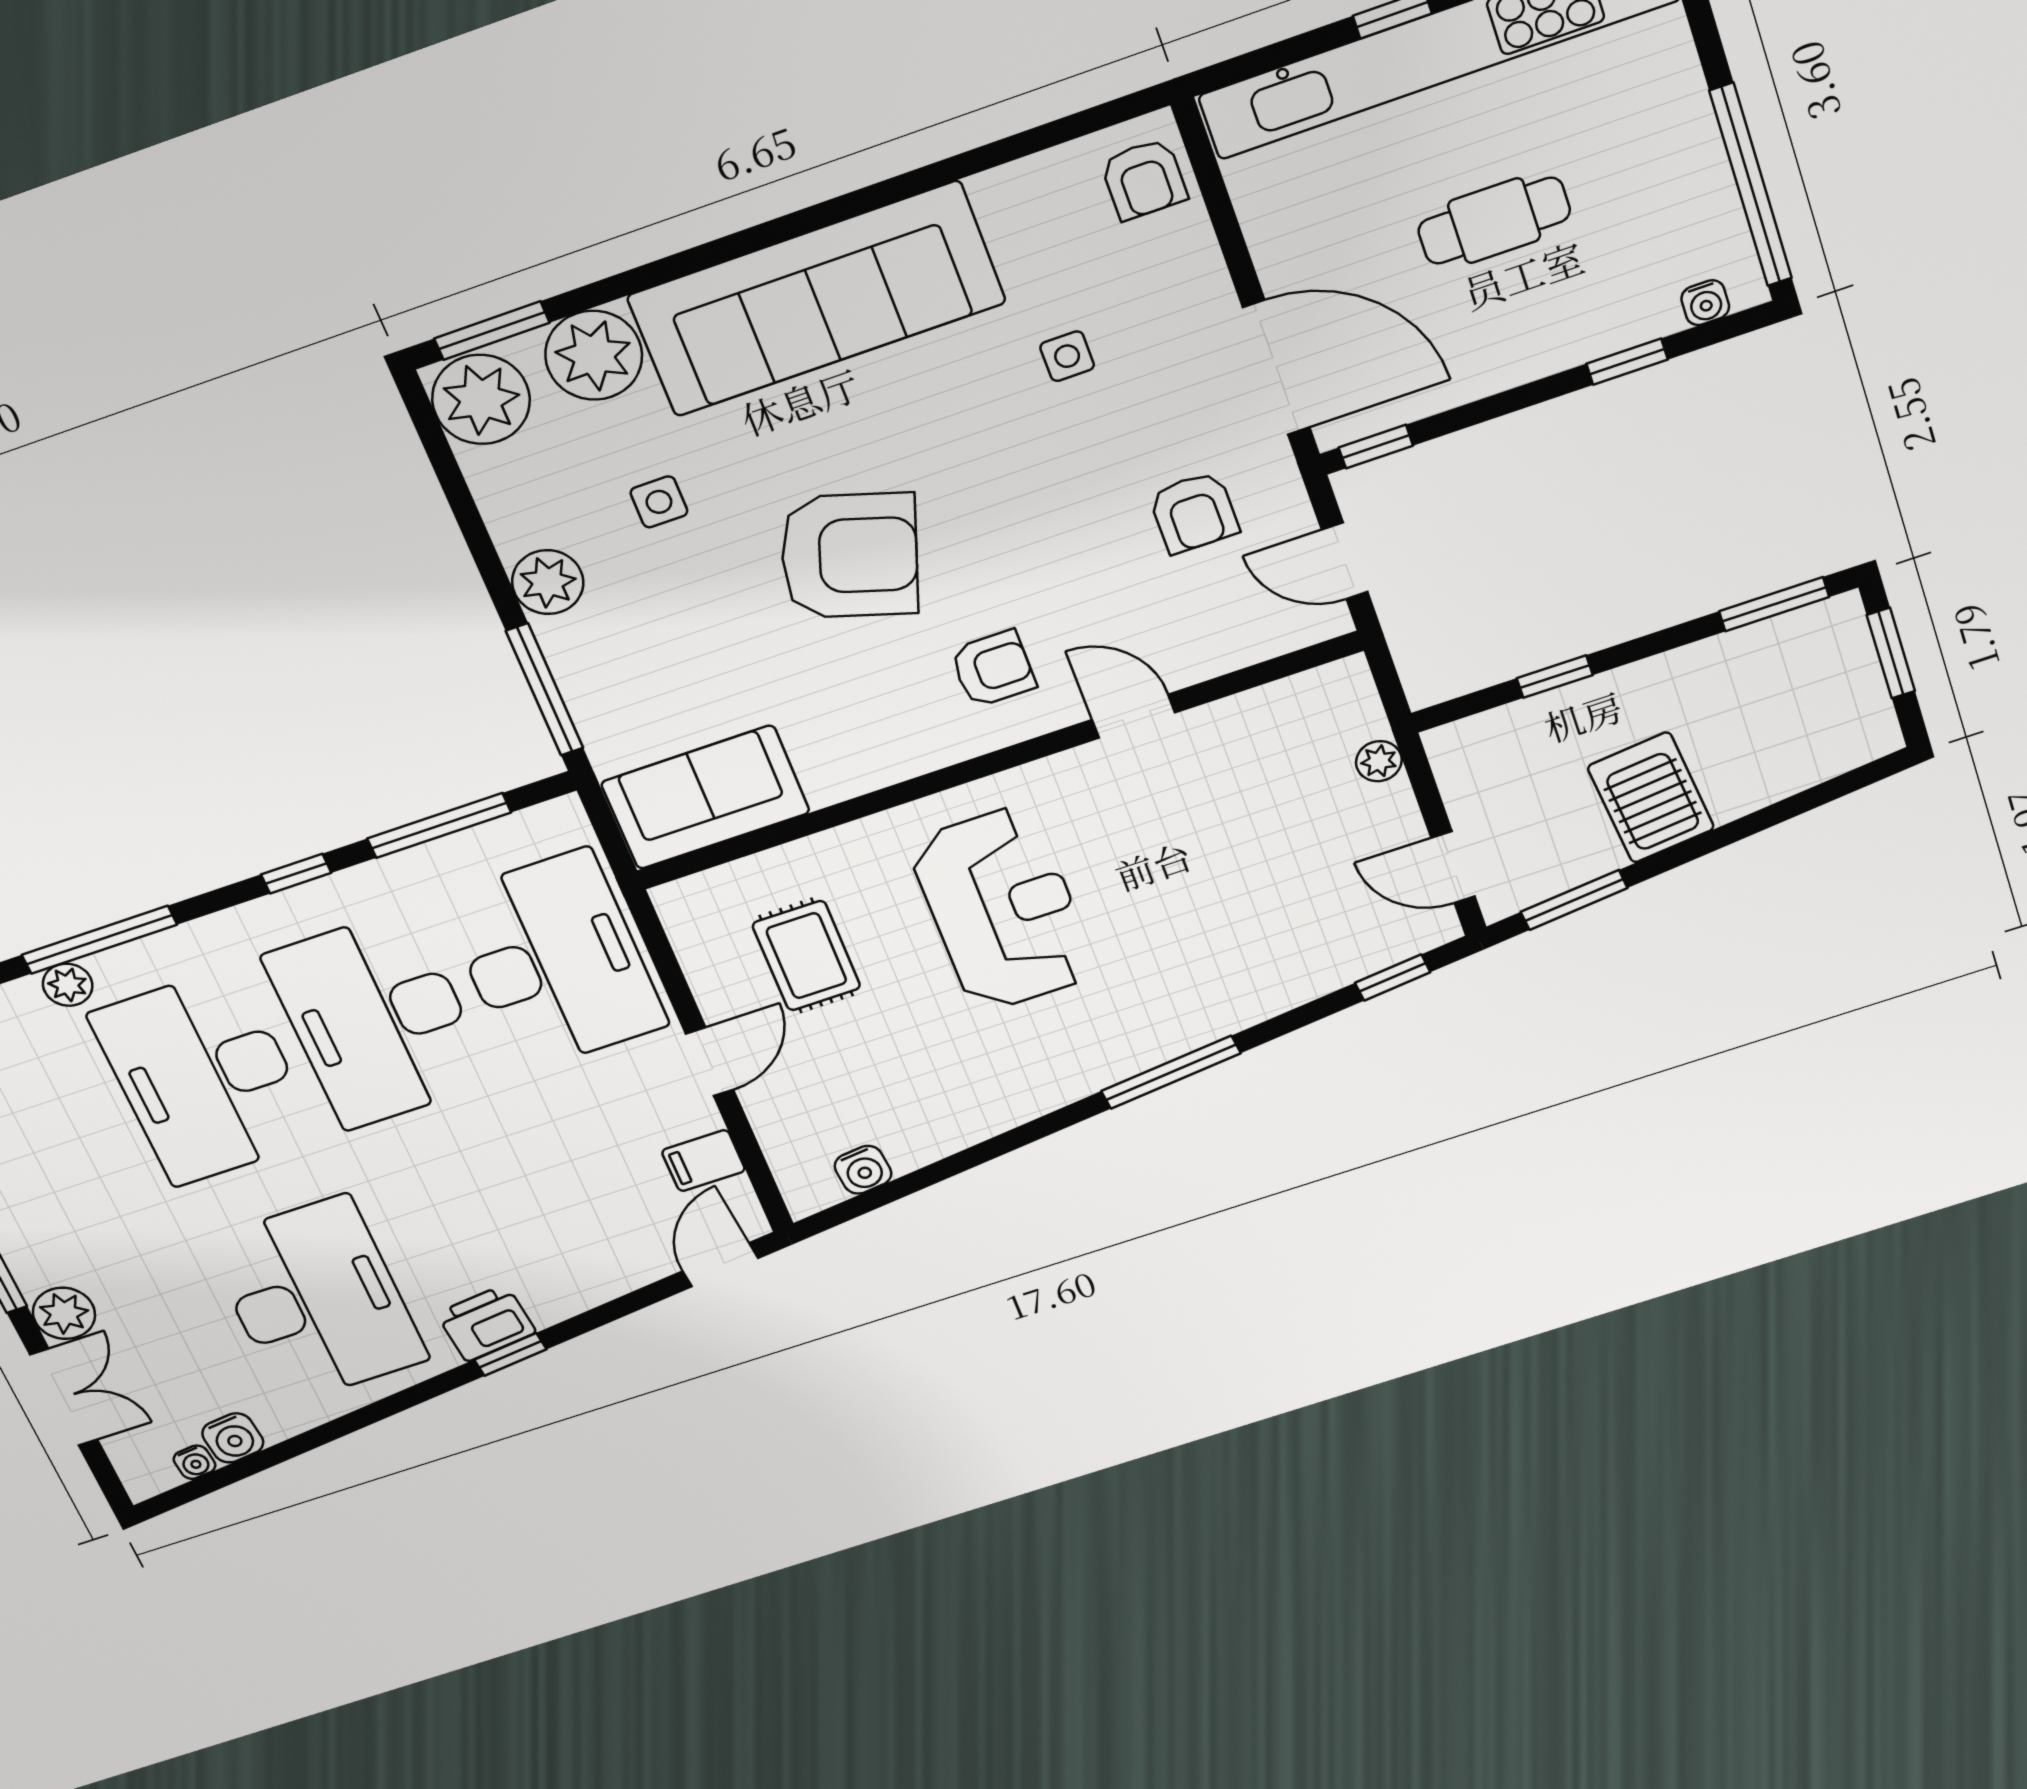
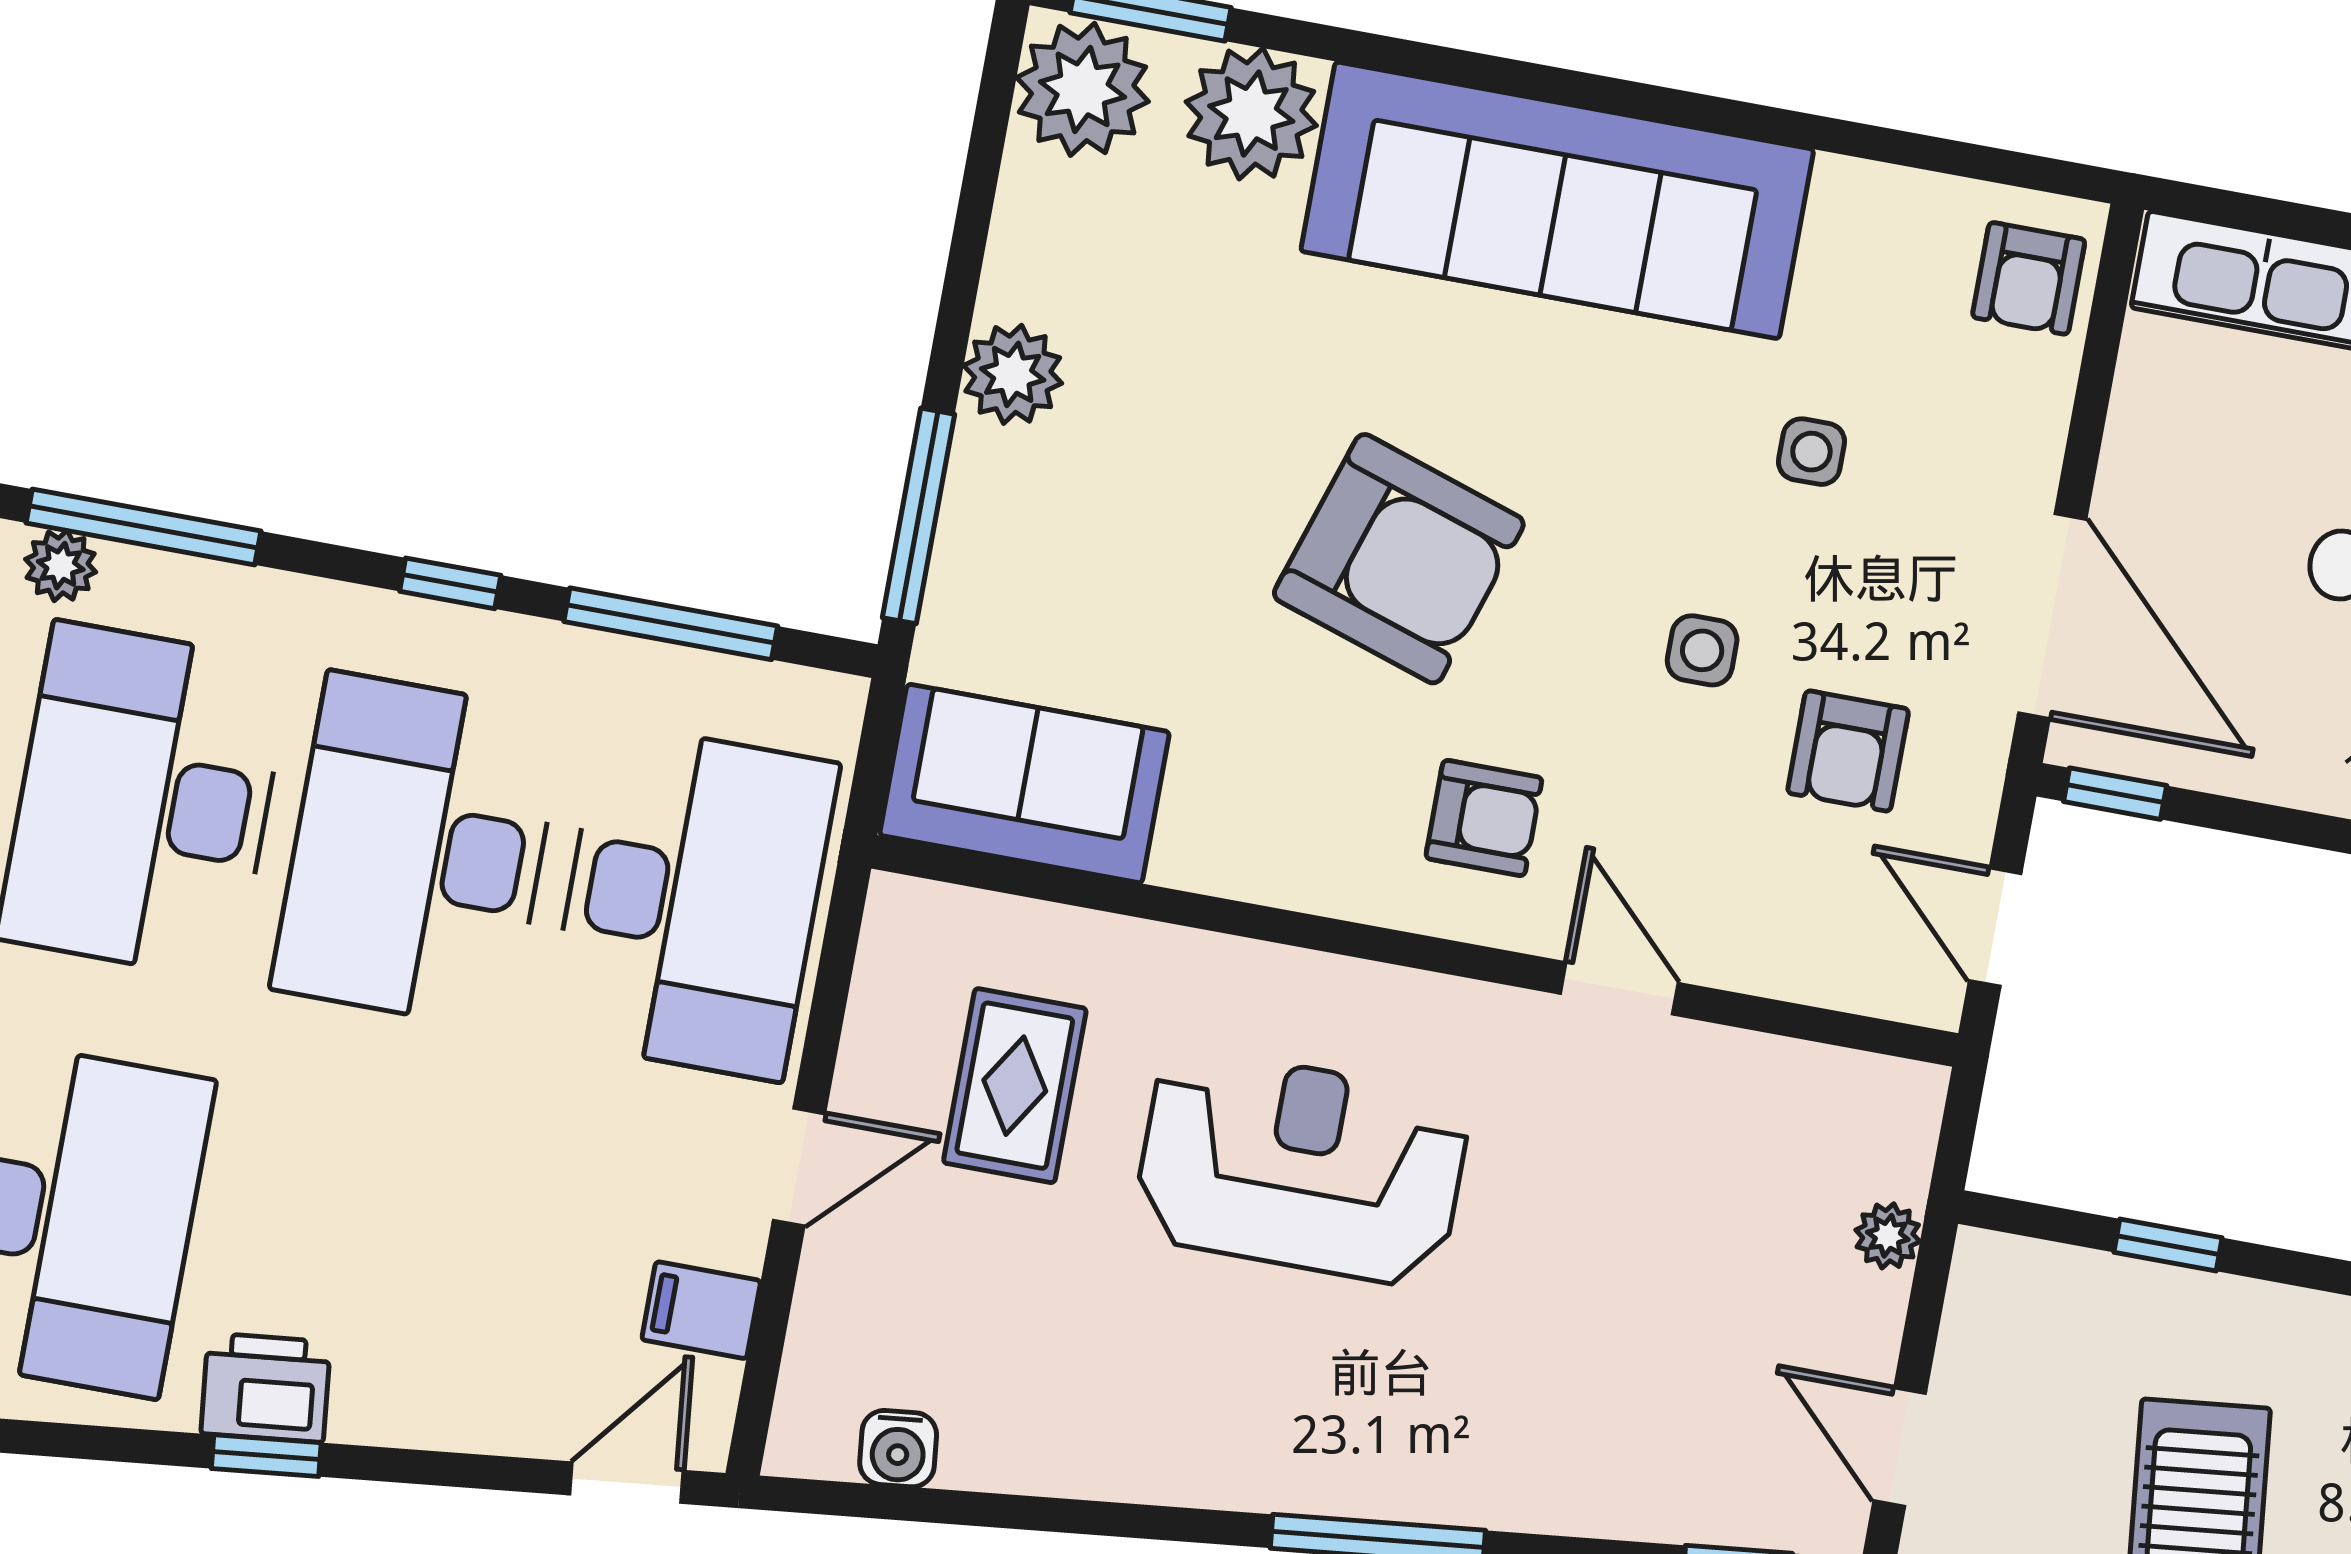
side table: (659, 502) -> (1702, 650), moved
reception desk: (1003, 909) -> (1301, 1167), turned -90

